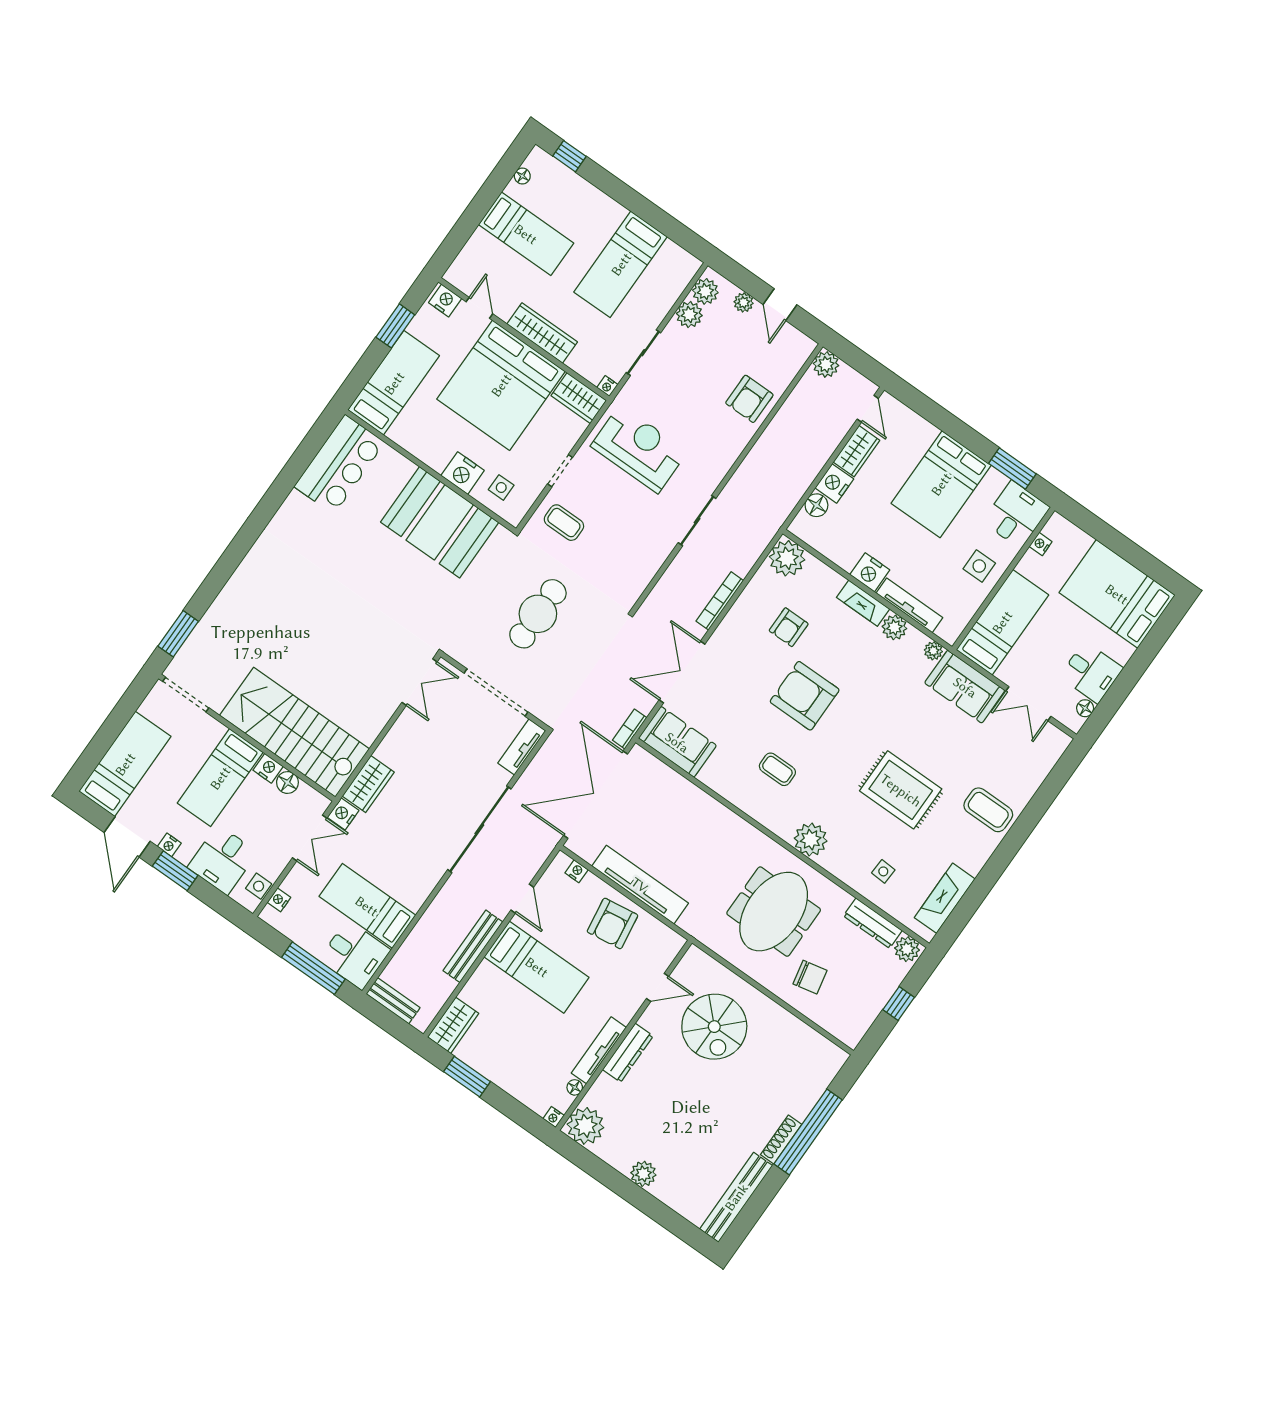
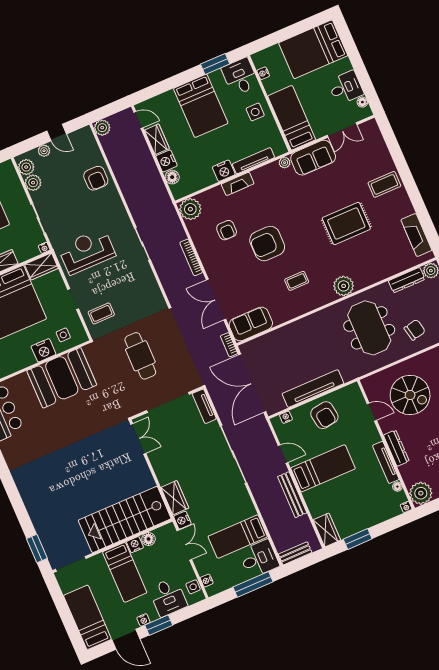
plant: (894, 627) -> (260, 175), removed
side table: (883, 871) -> (383, 258), removed
door: (657, 987) -> (372, 412), hinge flipped

